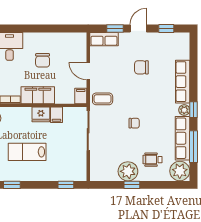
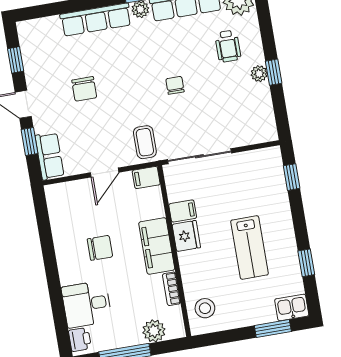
plant: (128, 171) -> (259, 74), width x0.53, depth x0.53

